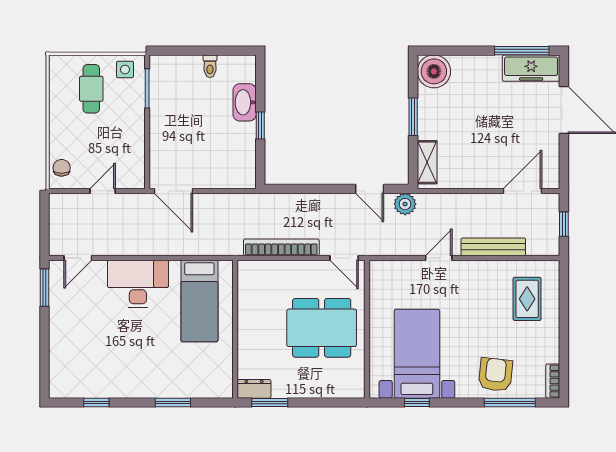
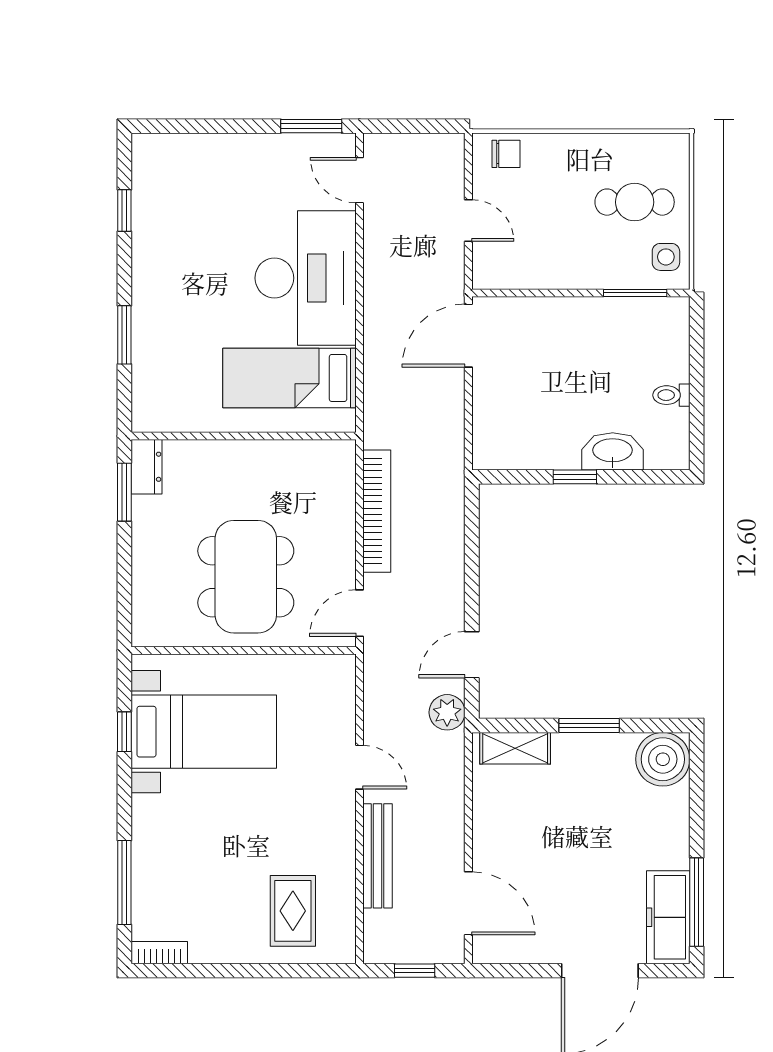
desk: (138, 284) -> (306, 278), width x1.36, depth x1.30
rug: (527, 299) -> (293, 911), turned 90
armchair: (495, 375) -> (170, 859), removed

